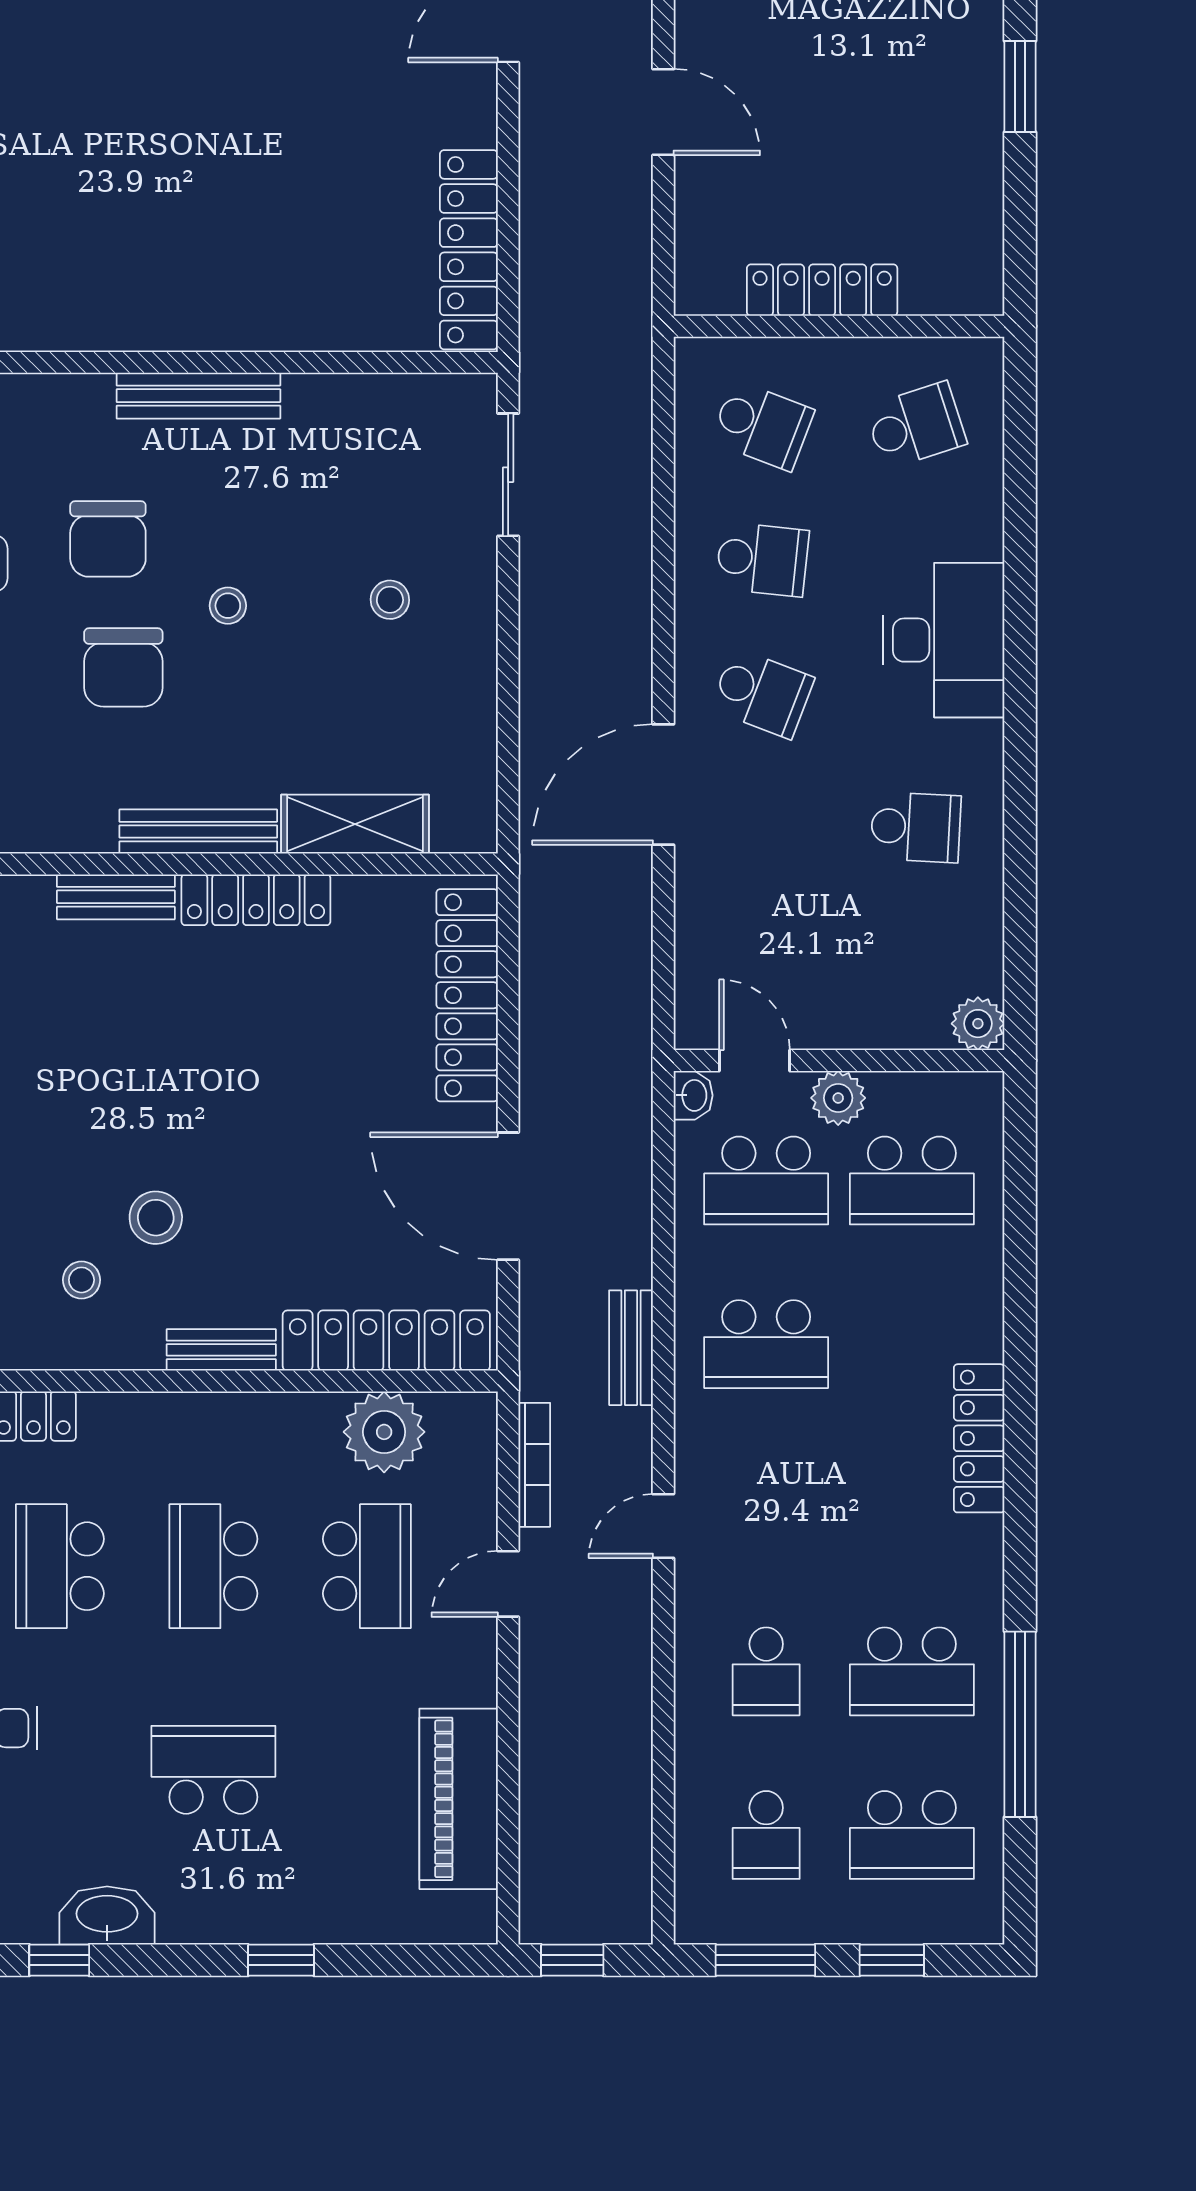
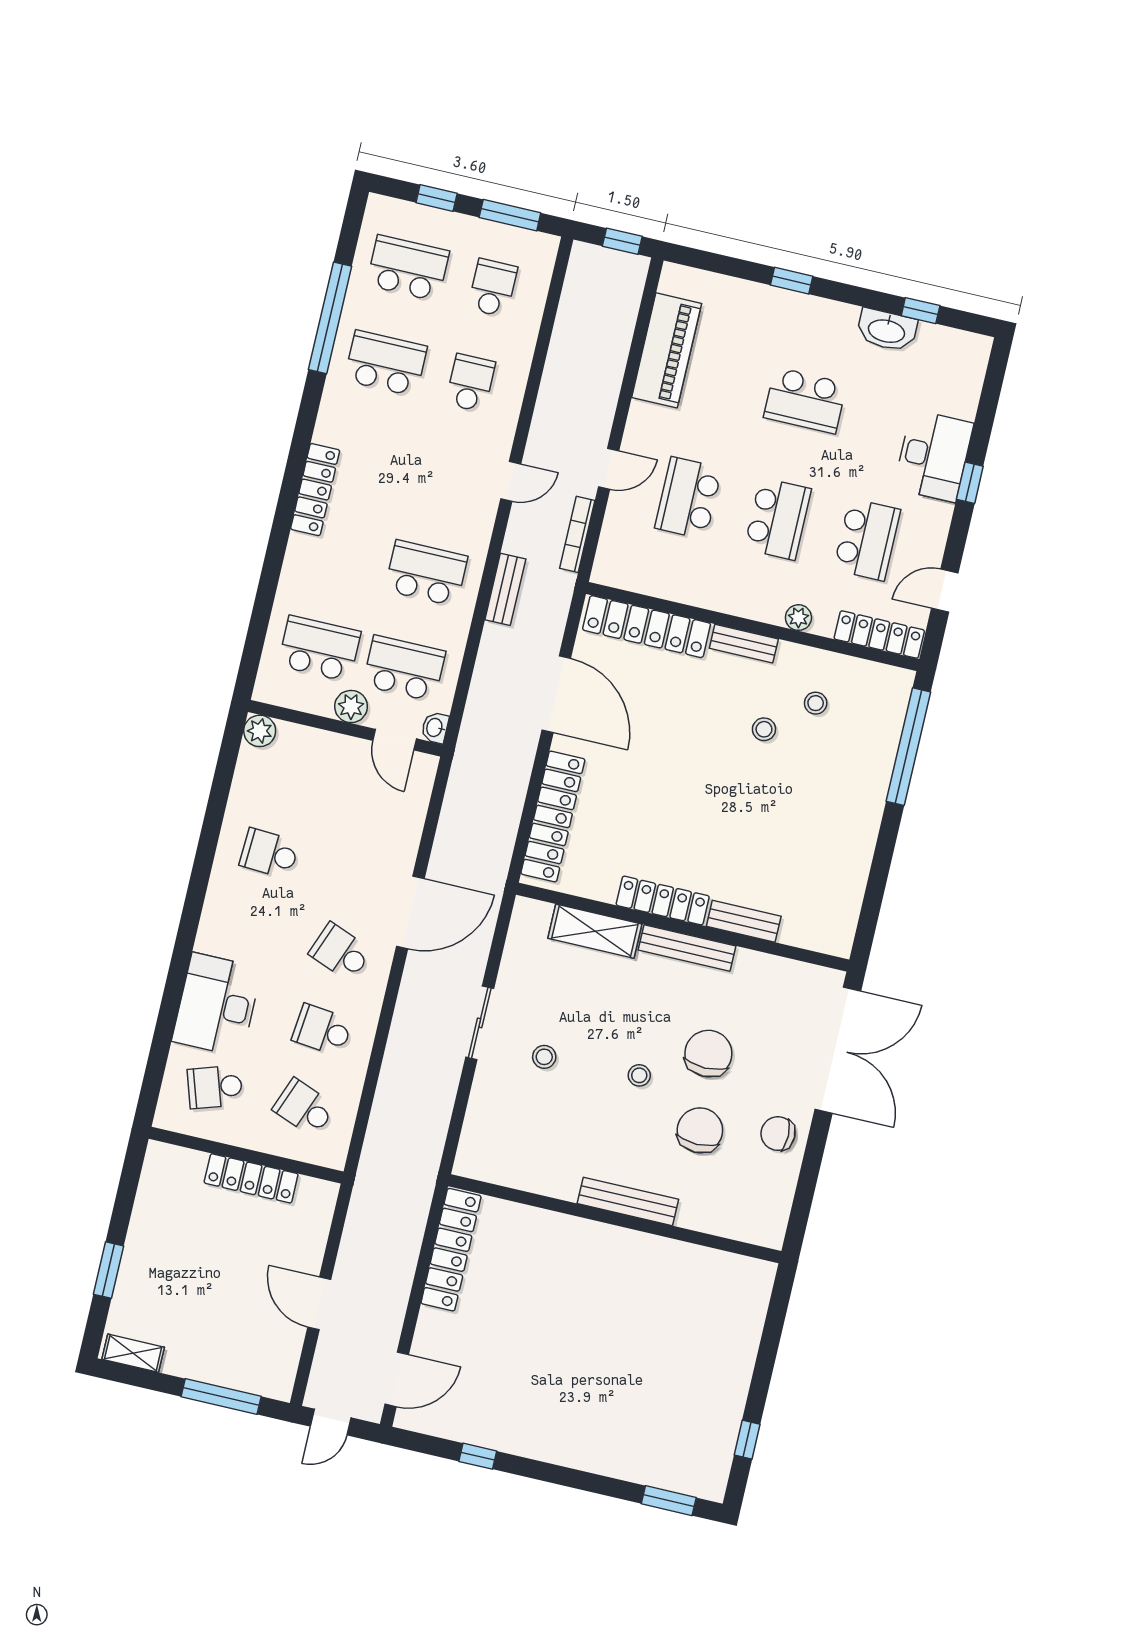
sliding door: (508, 475) -> (480, 1023), moved
desk: (944, 640) -> (217, 1005), moved
stool: (156, 1218) -> (764, 729), width x0.73, depth x0.73
plant: (384, 1432) -> (798, 618), moved, width x0.53, depth x0.53

